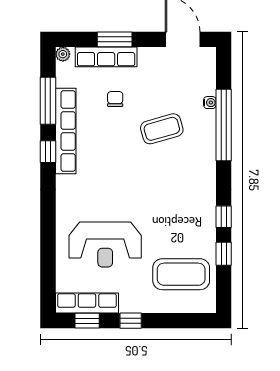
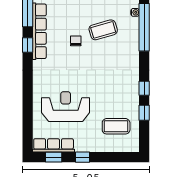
chair: (115, 99) -> (76, 41), moved
reception desk: (105, 244) -> (66, 107), turned 180
coffee table: (181, 274) -> (116, 126), width x0.73, depth x0.76

